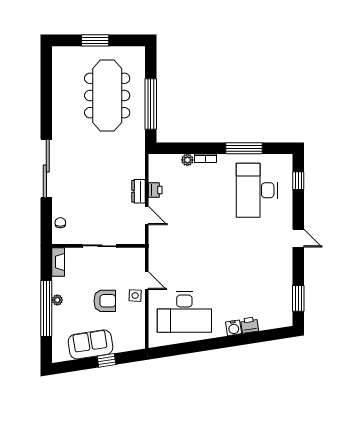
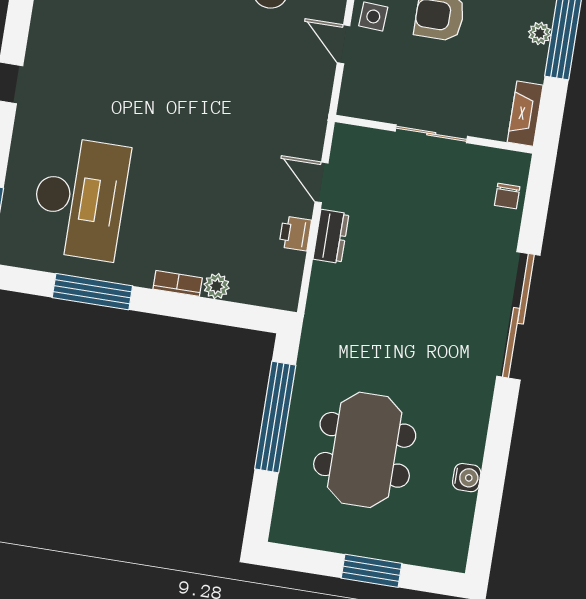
water cooler: (58, 90) -> (467, 478), added
meeting table: (107, 96) -> (365, 450), width x0.73

